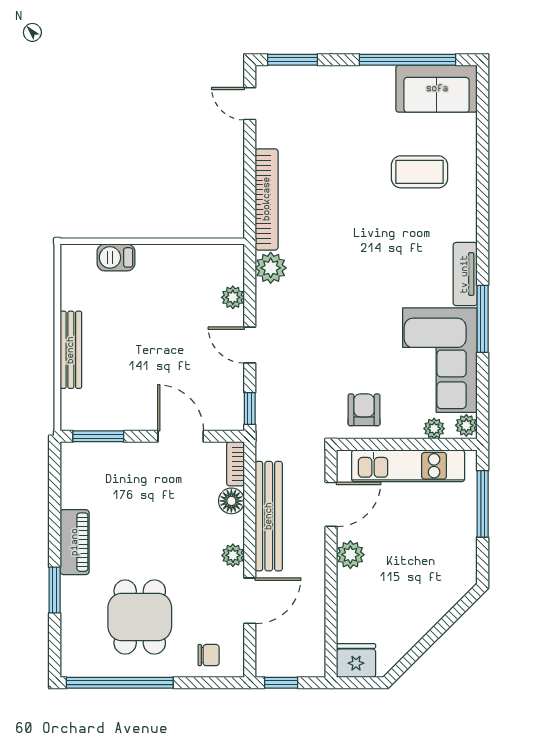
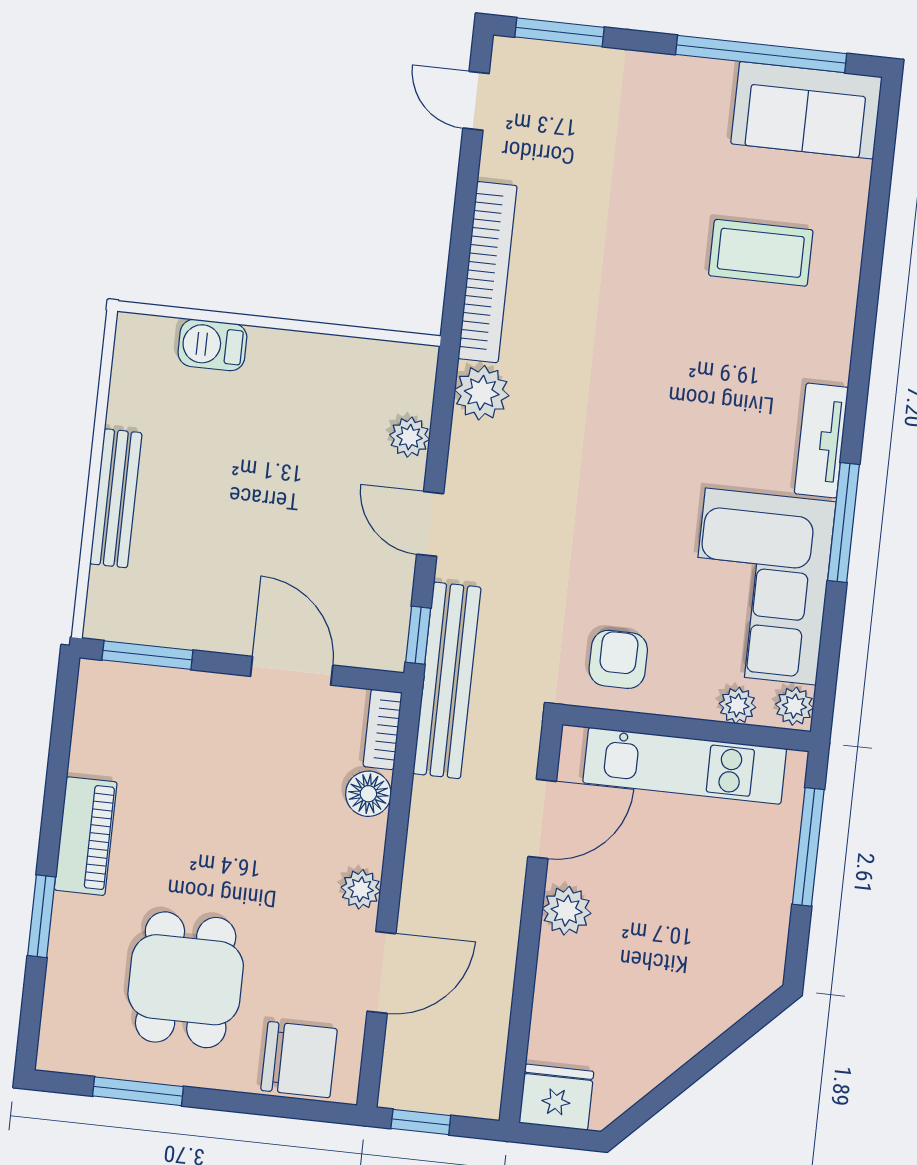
bench: (269, 516) -> (447, 680), moved
chair: (209, 655) -> (299, 1060), width x1.87, depth x1.87
window: (120, 683) -> (138, 1091), width x0.47

